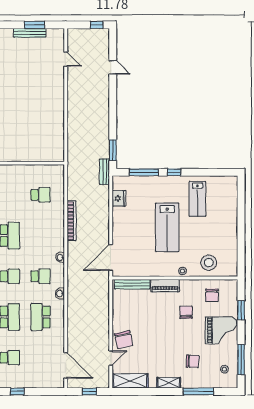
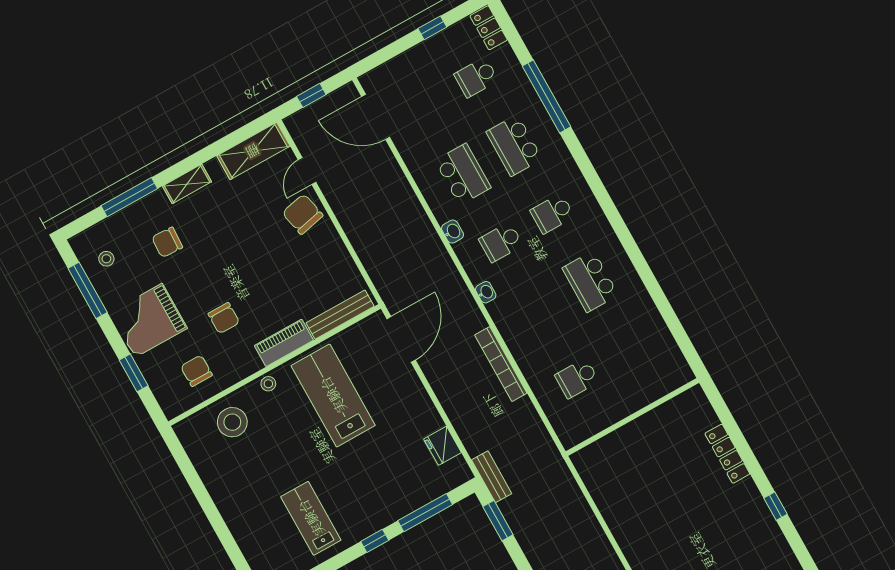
lab bench: (167, 227) -> (333, 395), moved

